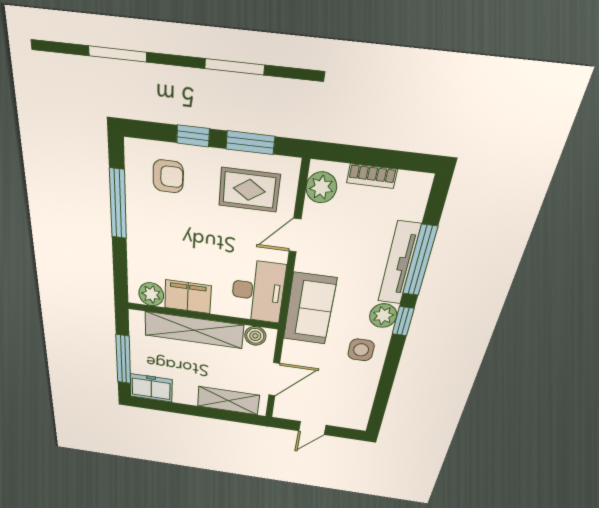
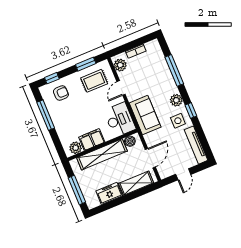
window: (193, 136) -> (52, 78), moved
tv unit: (399, 264) -> (196, 145), moved
window: (403, 321) -> (191, 111), moved
freezer: (151, 388) -> (109, 193), moved

